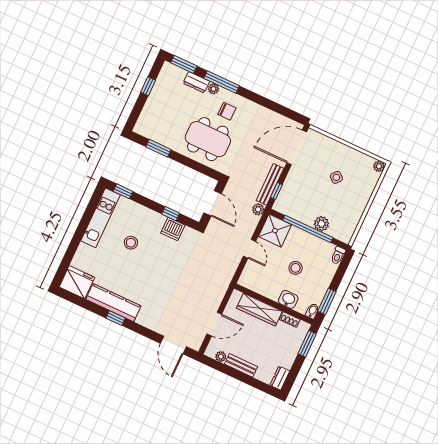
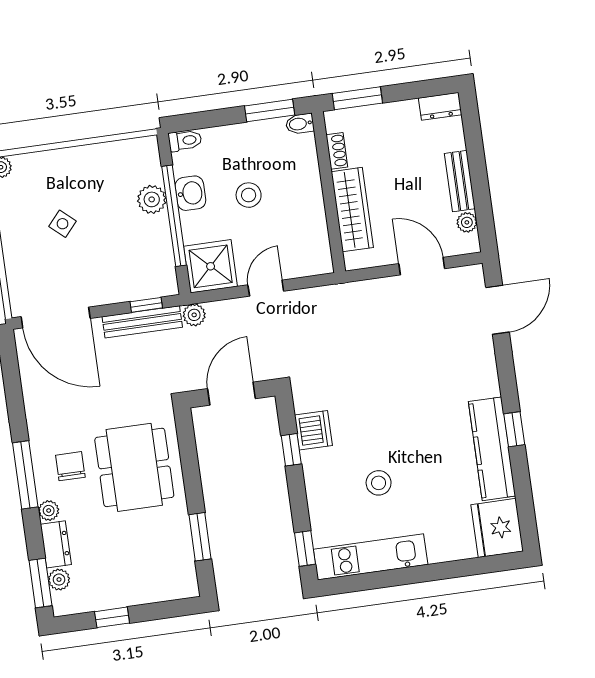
plant: (180, 74) -> (59, 580), added
window: (222, 82) -> (25, 475), moved
washbasin: (288, 299) -> (190, 193), moved, turned 180

